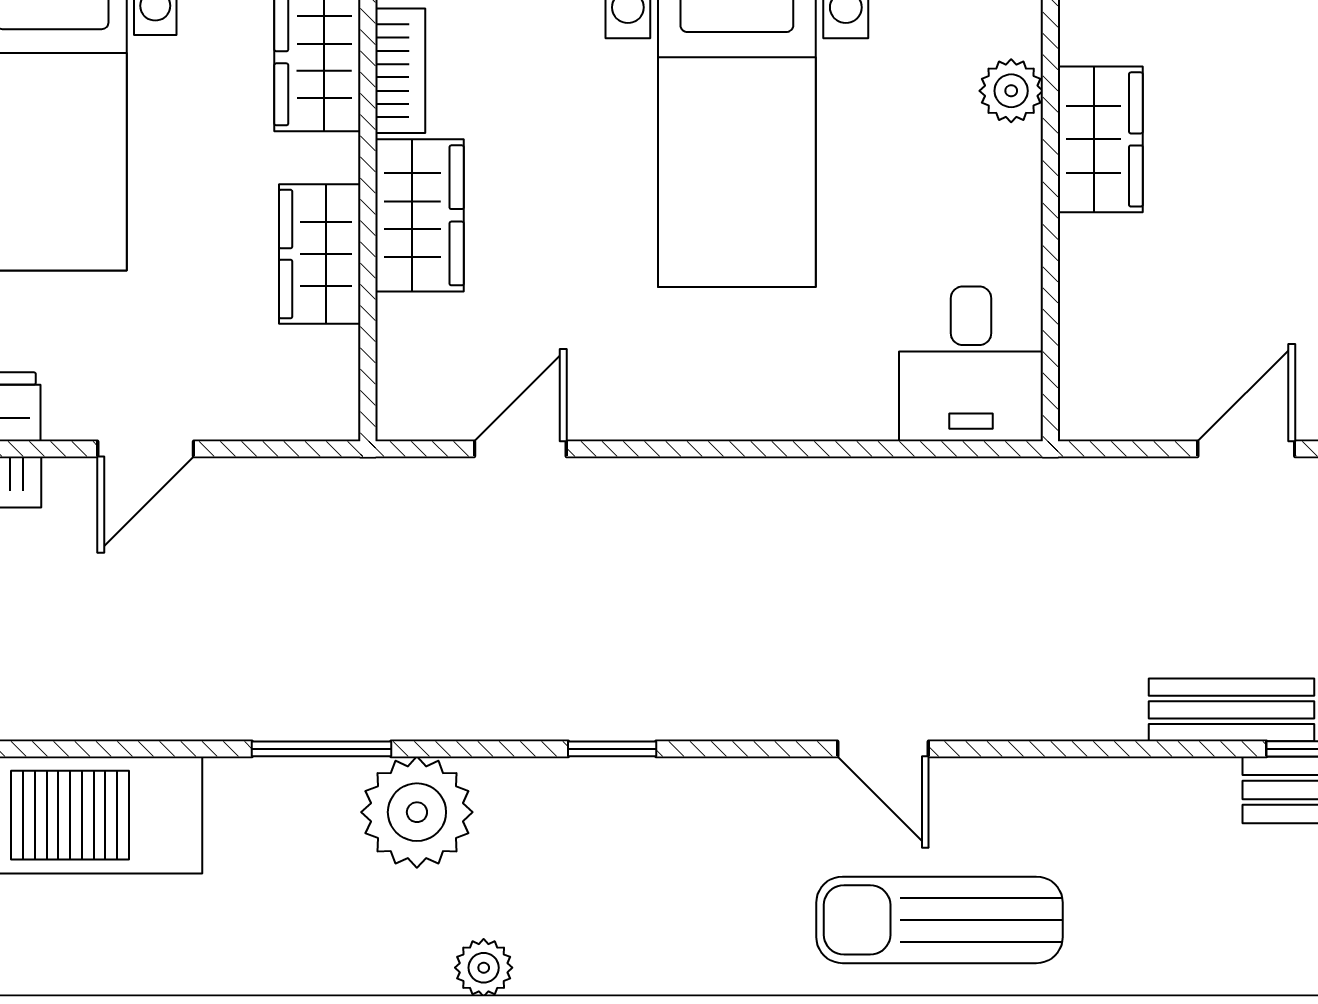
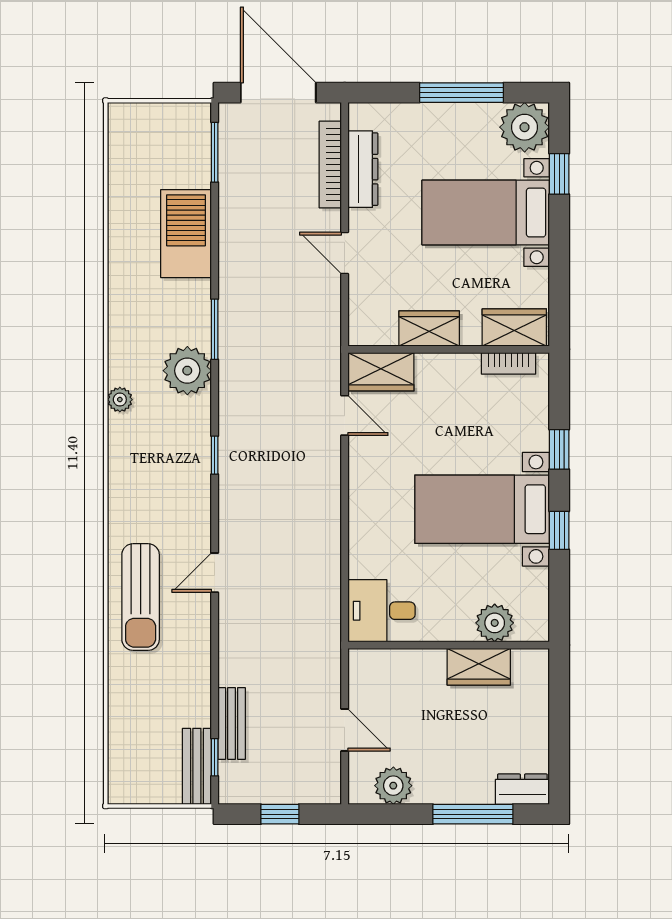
plant: (1011, 91) -> (495, 623), width x1.38, depth x1.38
wardrobe: (420, 215) -> (381, 372), moved
sun lounger: (939, 920) -> (141, 597), turned 180

